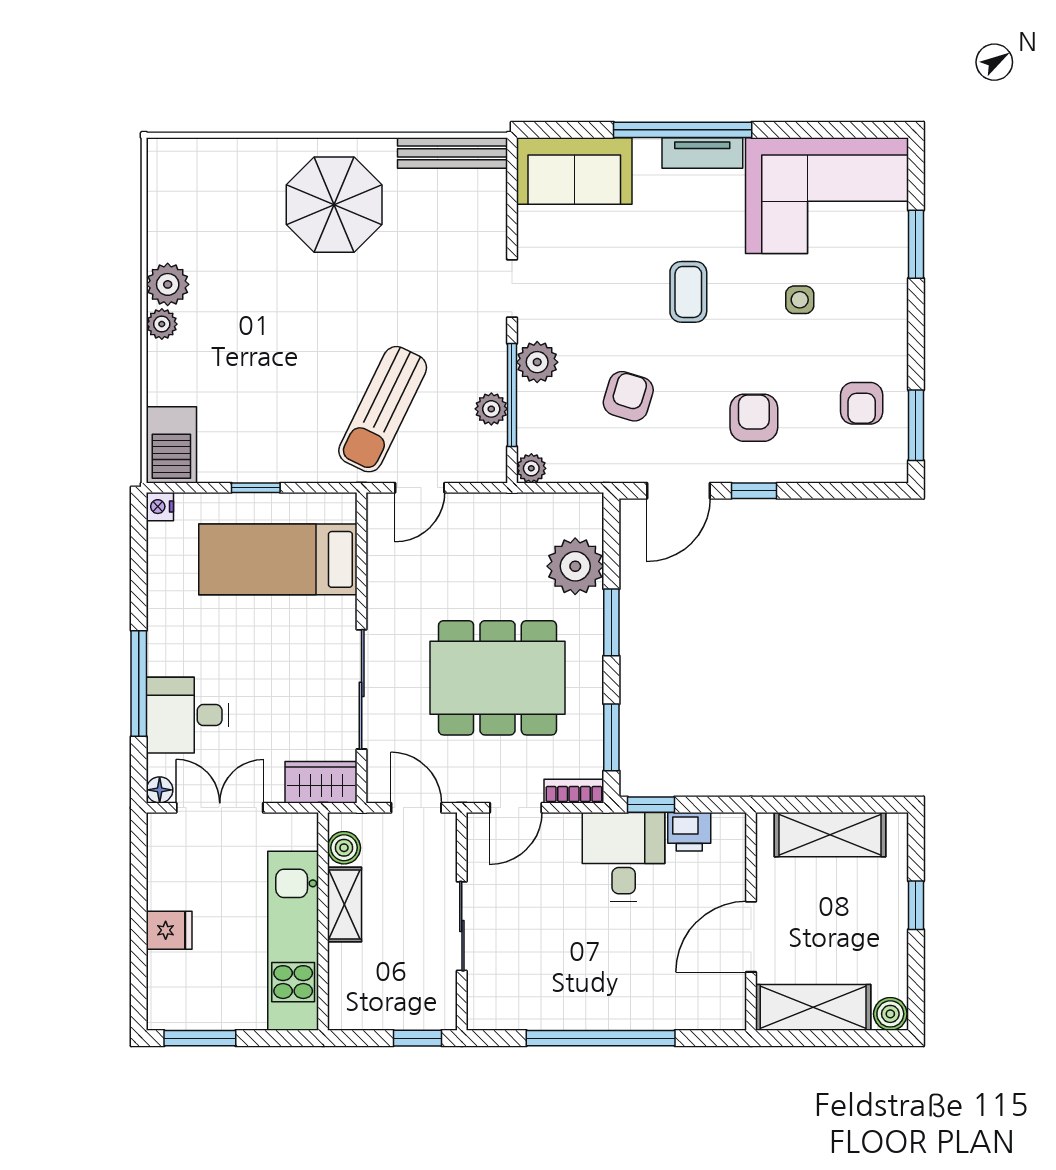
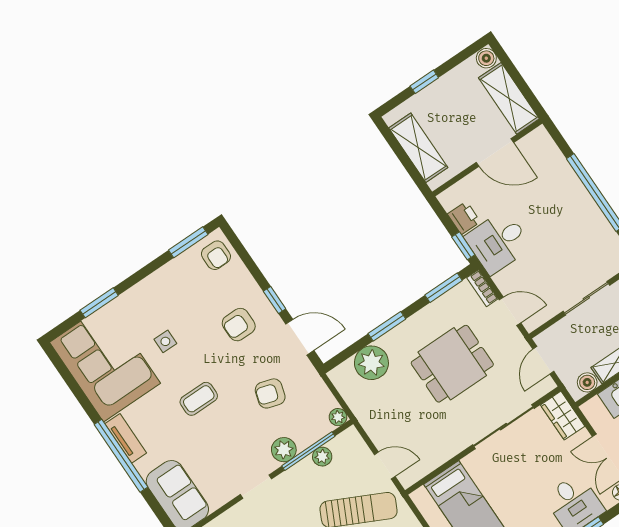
armchair: (862, 403) -> (216, 255), moved, turned 90
dining table: (497, 678) -> (452, 364), width x0.73

